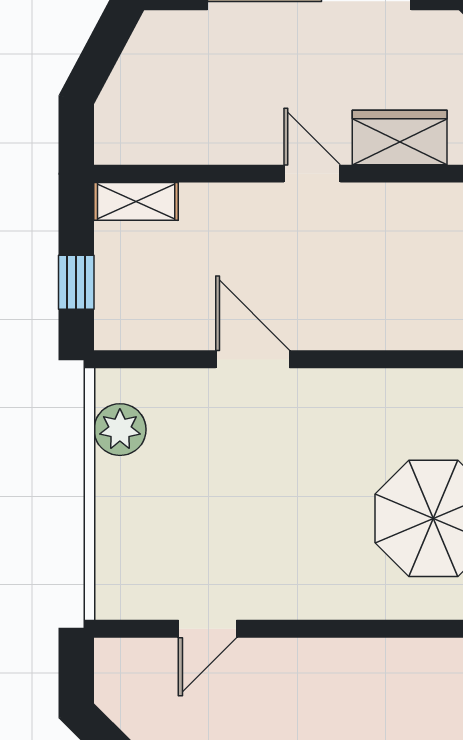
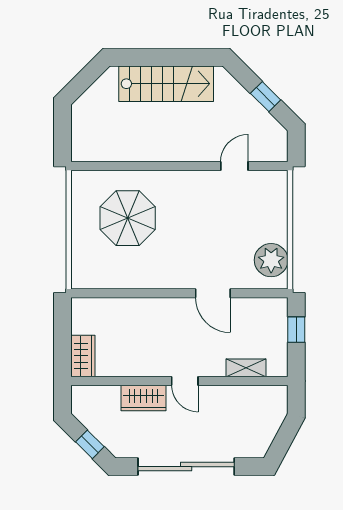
shelving: (136, 201) -> (246, 368), moved
plant: (120, 430) -> (271, 260), width x1.36, depth x1.36

